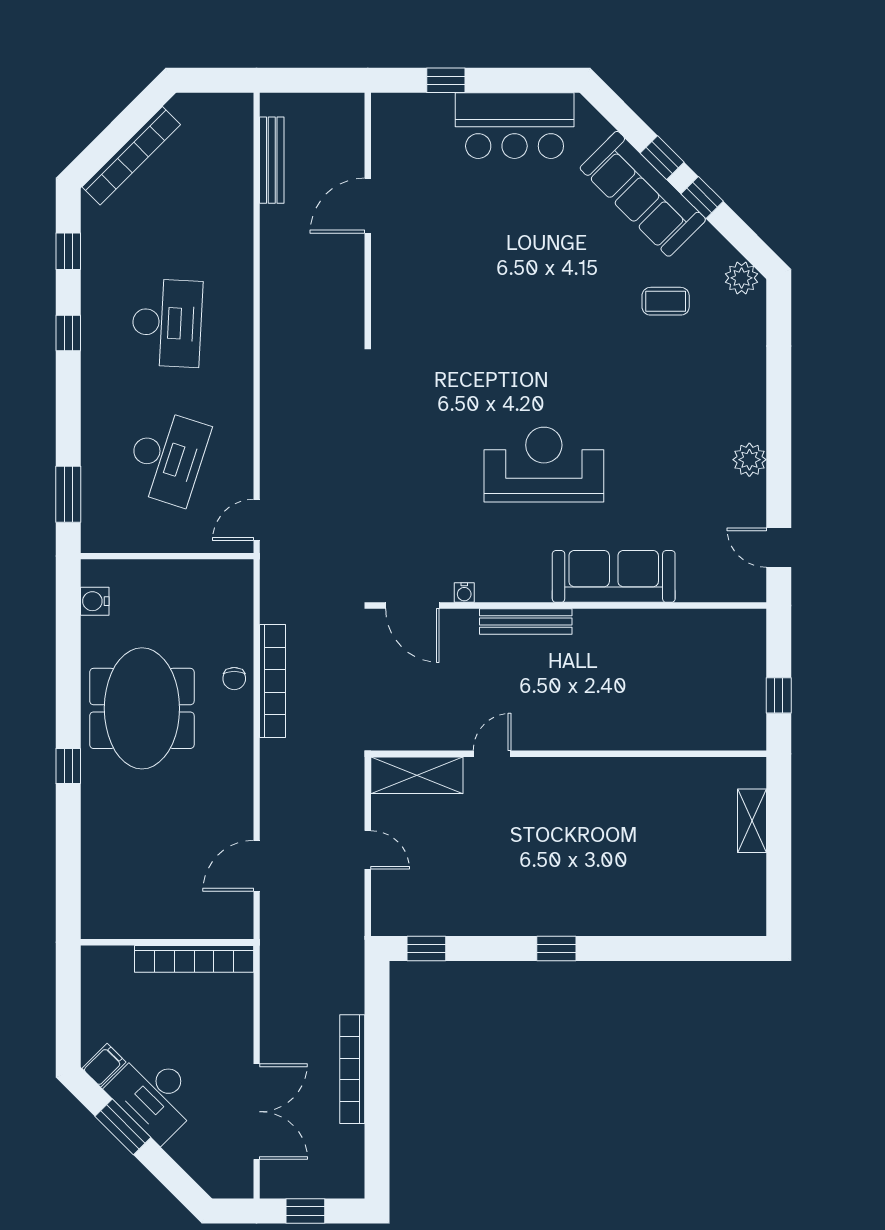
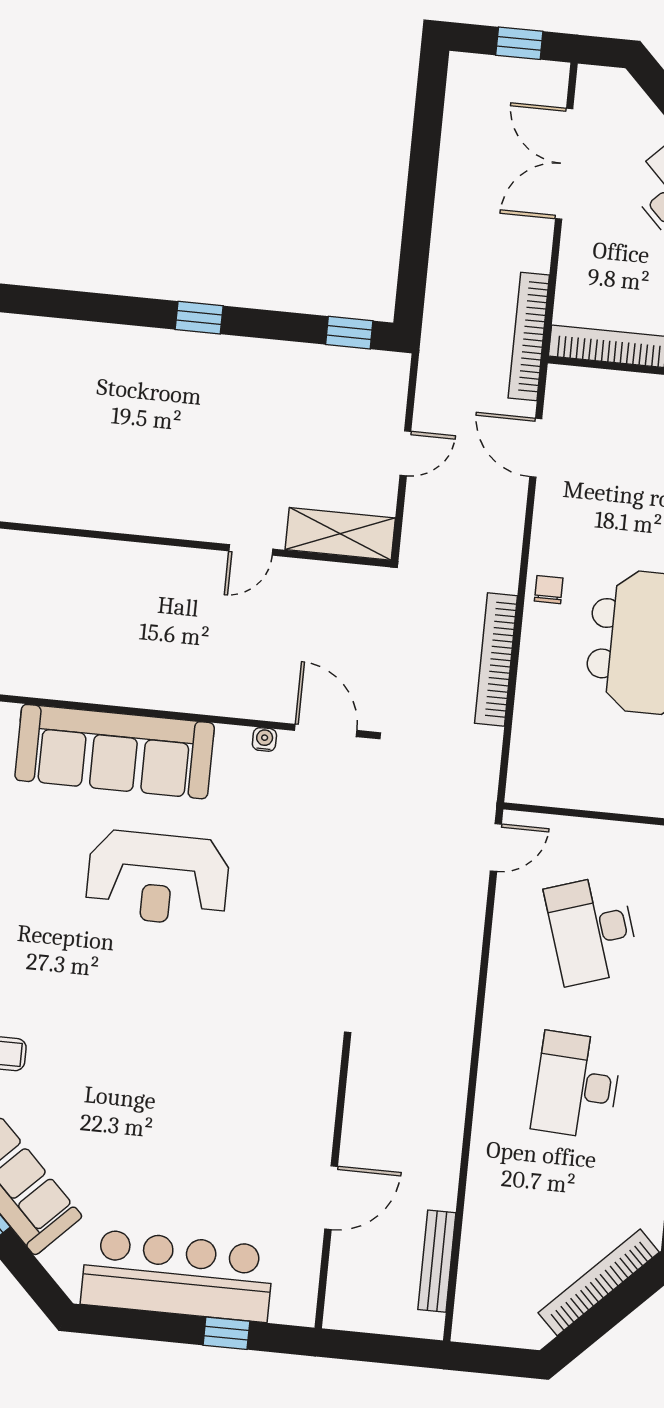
bar counter: (515, 126) -> (177, 1276), width x1.36
desk: (167, 457) -> (592, 930), turned -36
sofa: (614, 576) -> (115, 752), width x1.36, depth x1.27
bench: (526, 622) -> (197, 699), removed
chair: (234, 679) -> (549, 590), moved
door: (368, 850) -> (405, 453), swing flipped
door: (257, 866) -> (536, 448), swing flipped
bookcase: (352, 1069) -> (529, 336), moved, turned 180

